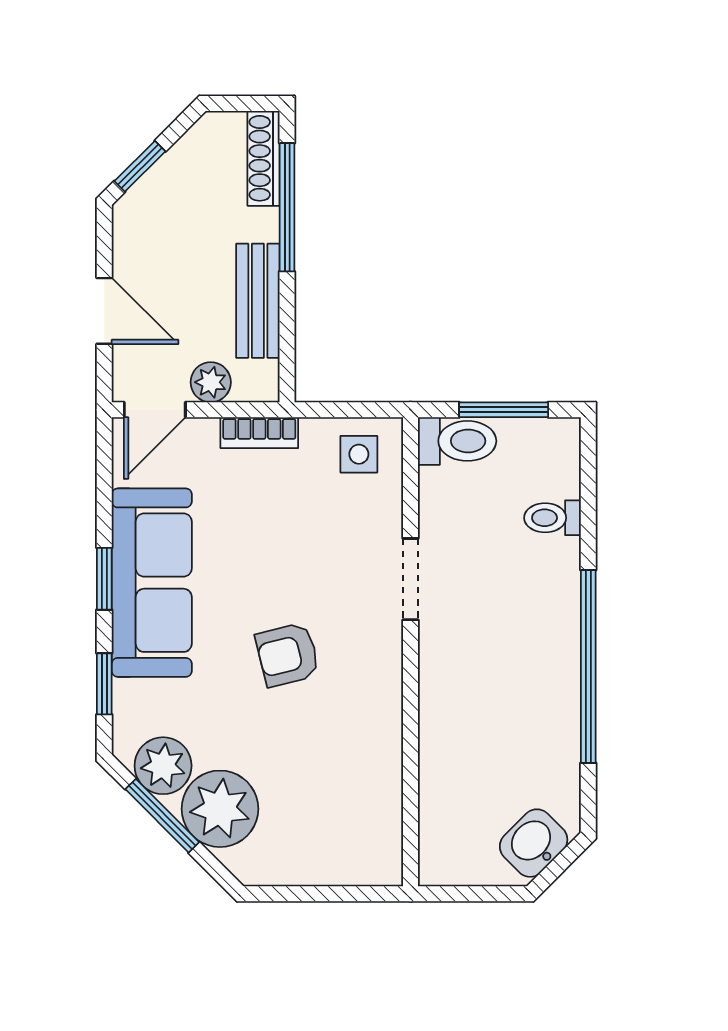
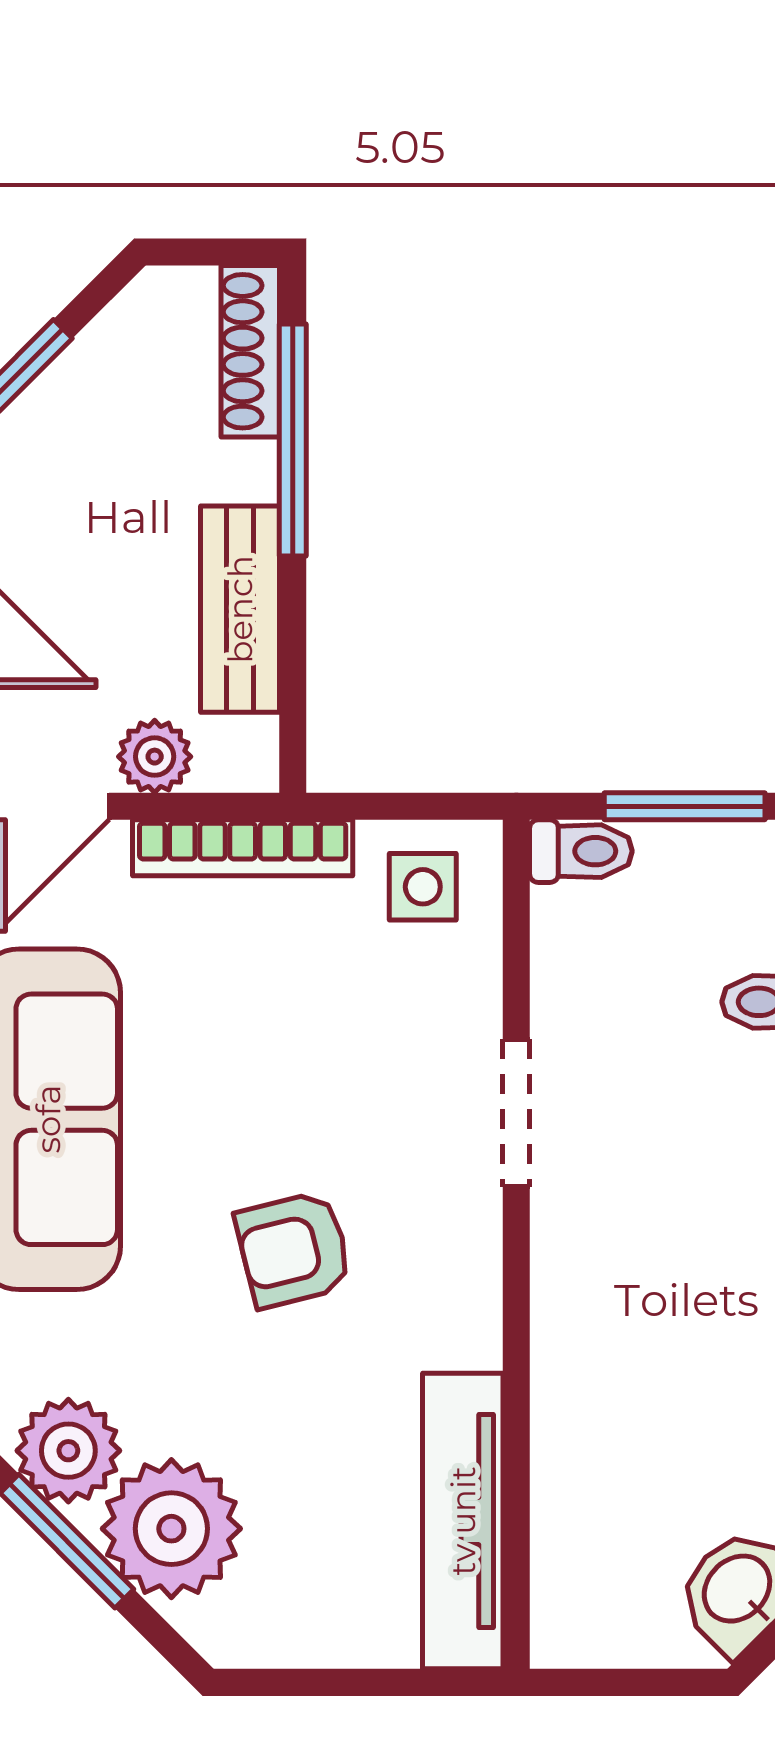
bookcase: (259, 433) -> (243, 848), width x1.56
toilet: (457, 441) -> (581, 851), width x0.73, depth x0.72
tv unit: (381, 805) -> (463, 1521), added

